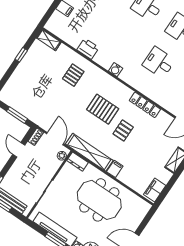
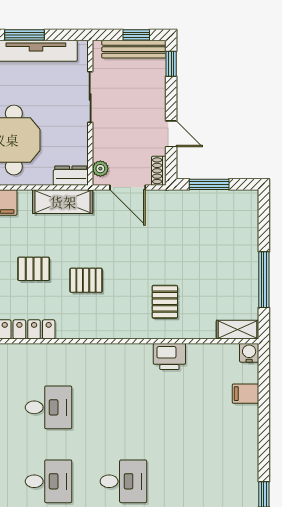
window: (21, 55) -> (264, 280), width x2.17
water cooler: (116, 70) -> (249, 353), moved
pallet: (103, 109) -> (86, 280), width x0.67, depth x0.71
pallet: (123, 130) -> (34, 269), turned 90
shelving: (89, 152) -> (63, 202), width x0.68

